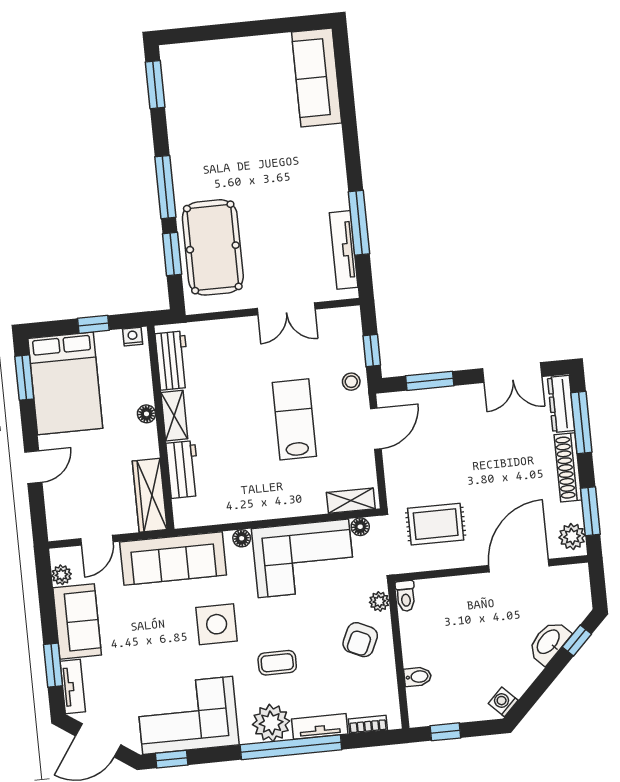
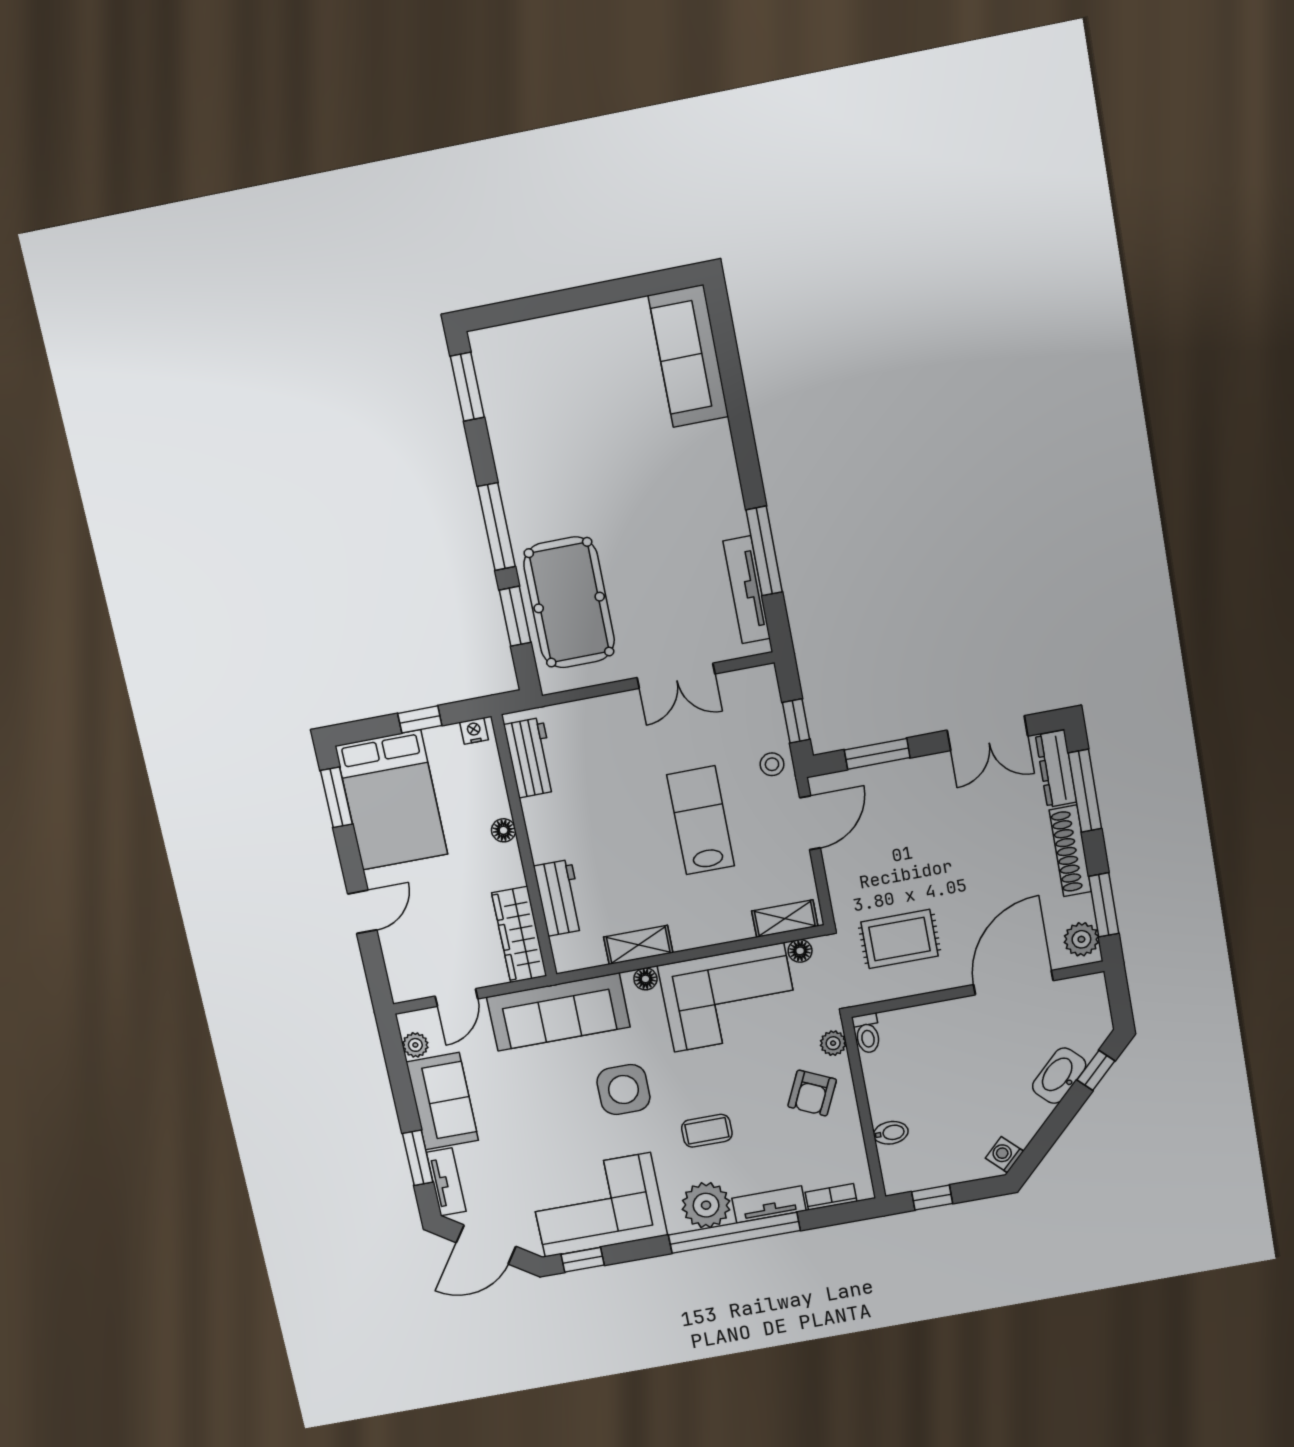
shelving: (174, 416) -> (638, 945), moved, turned 90

